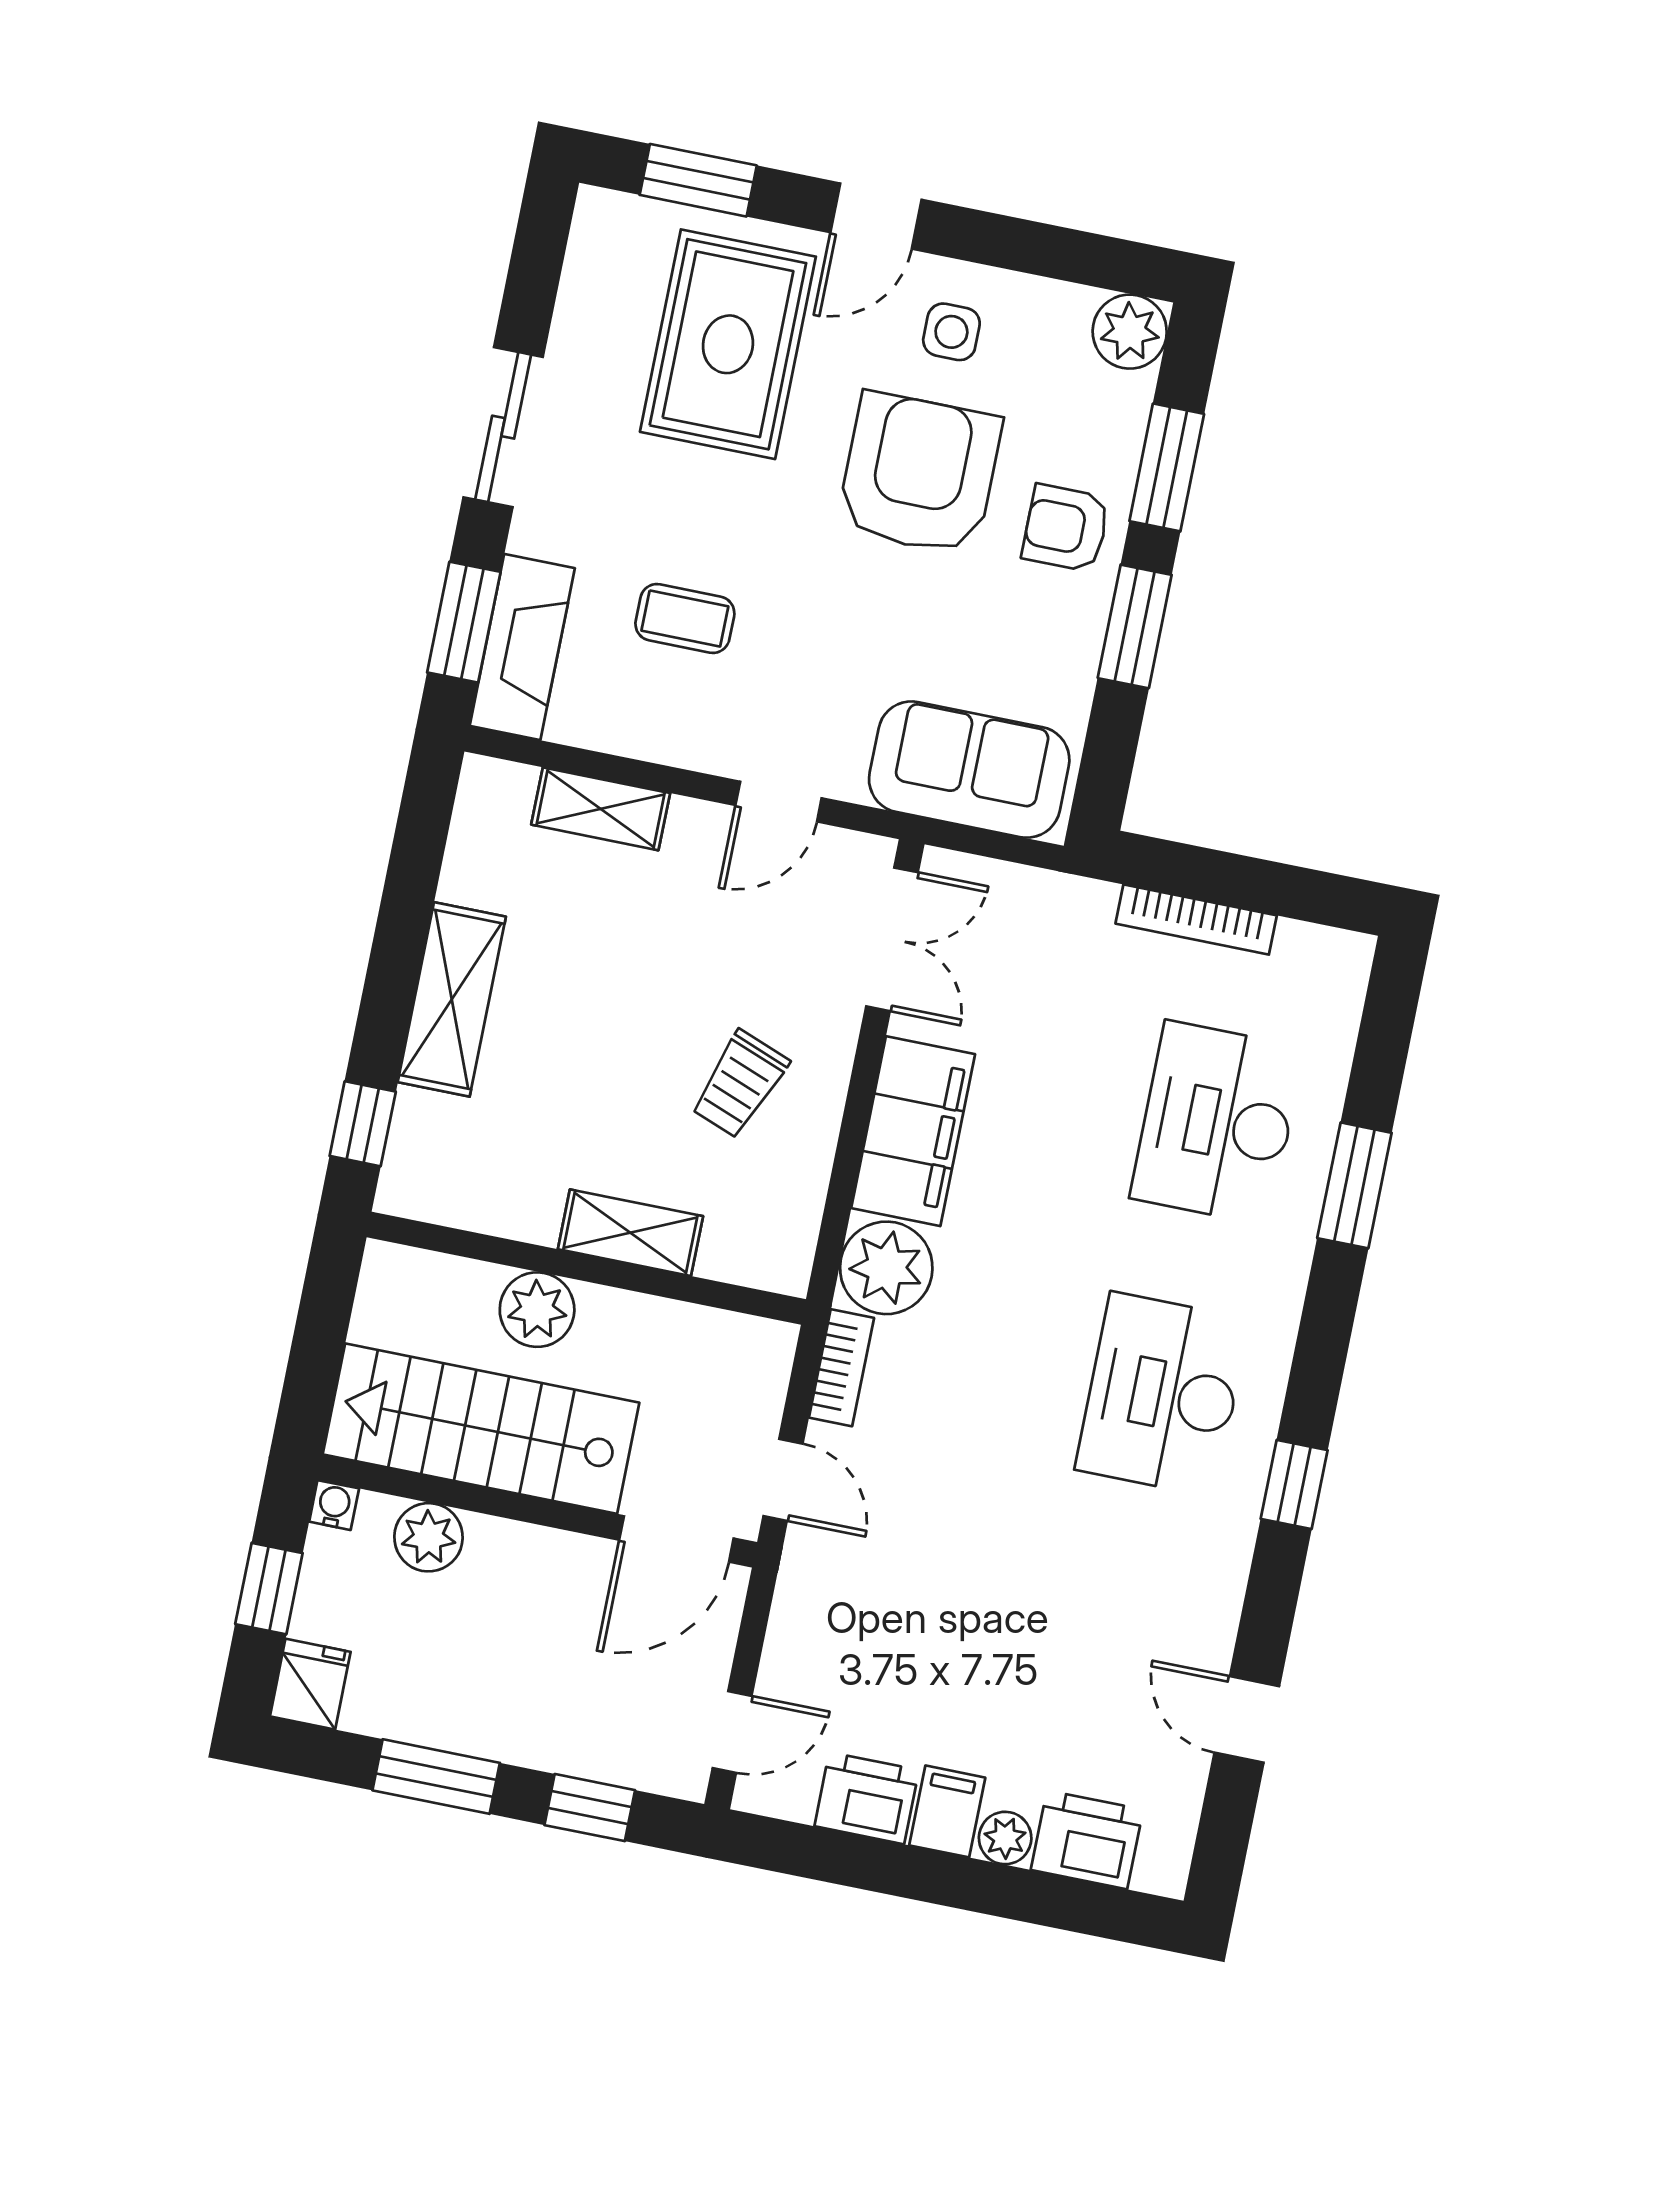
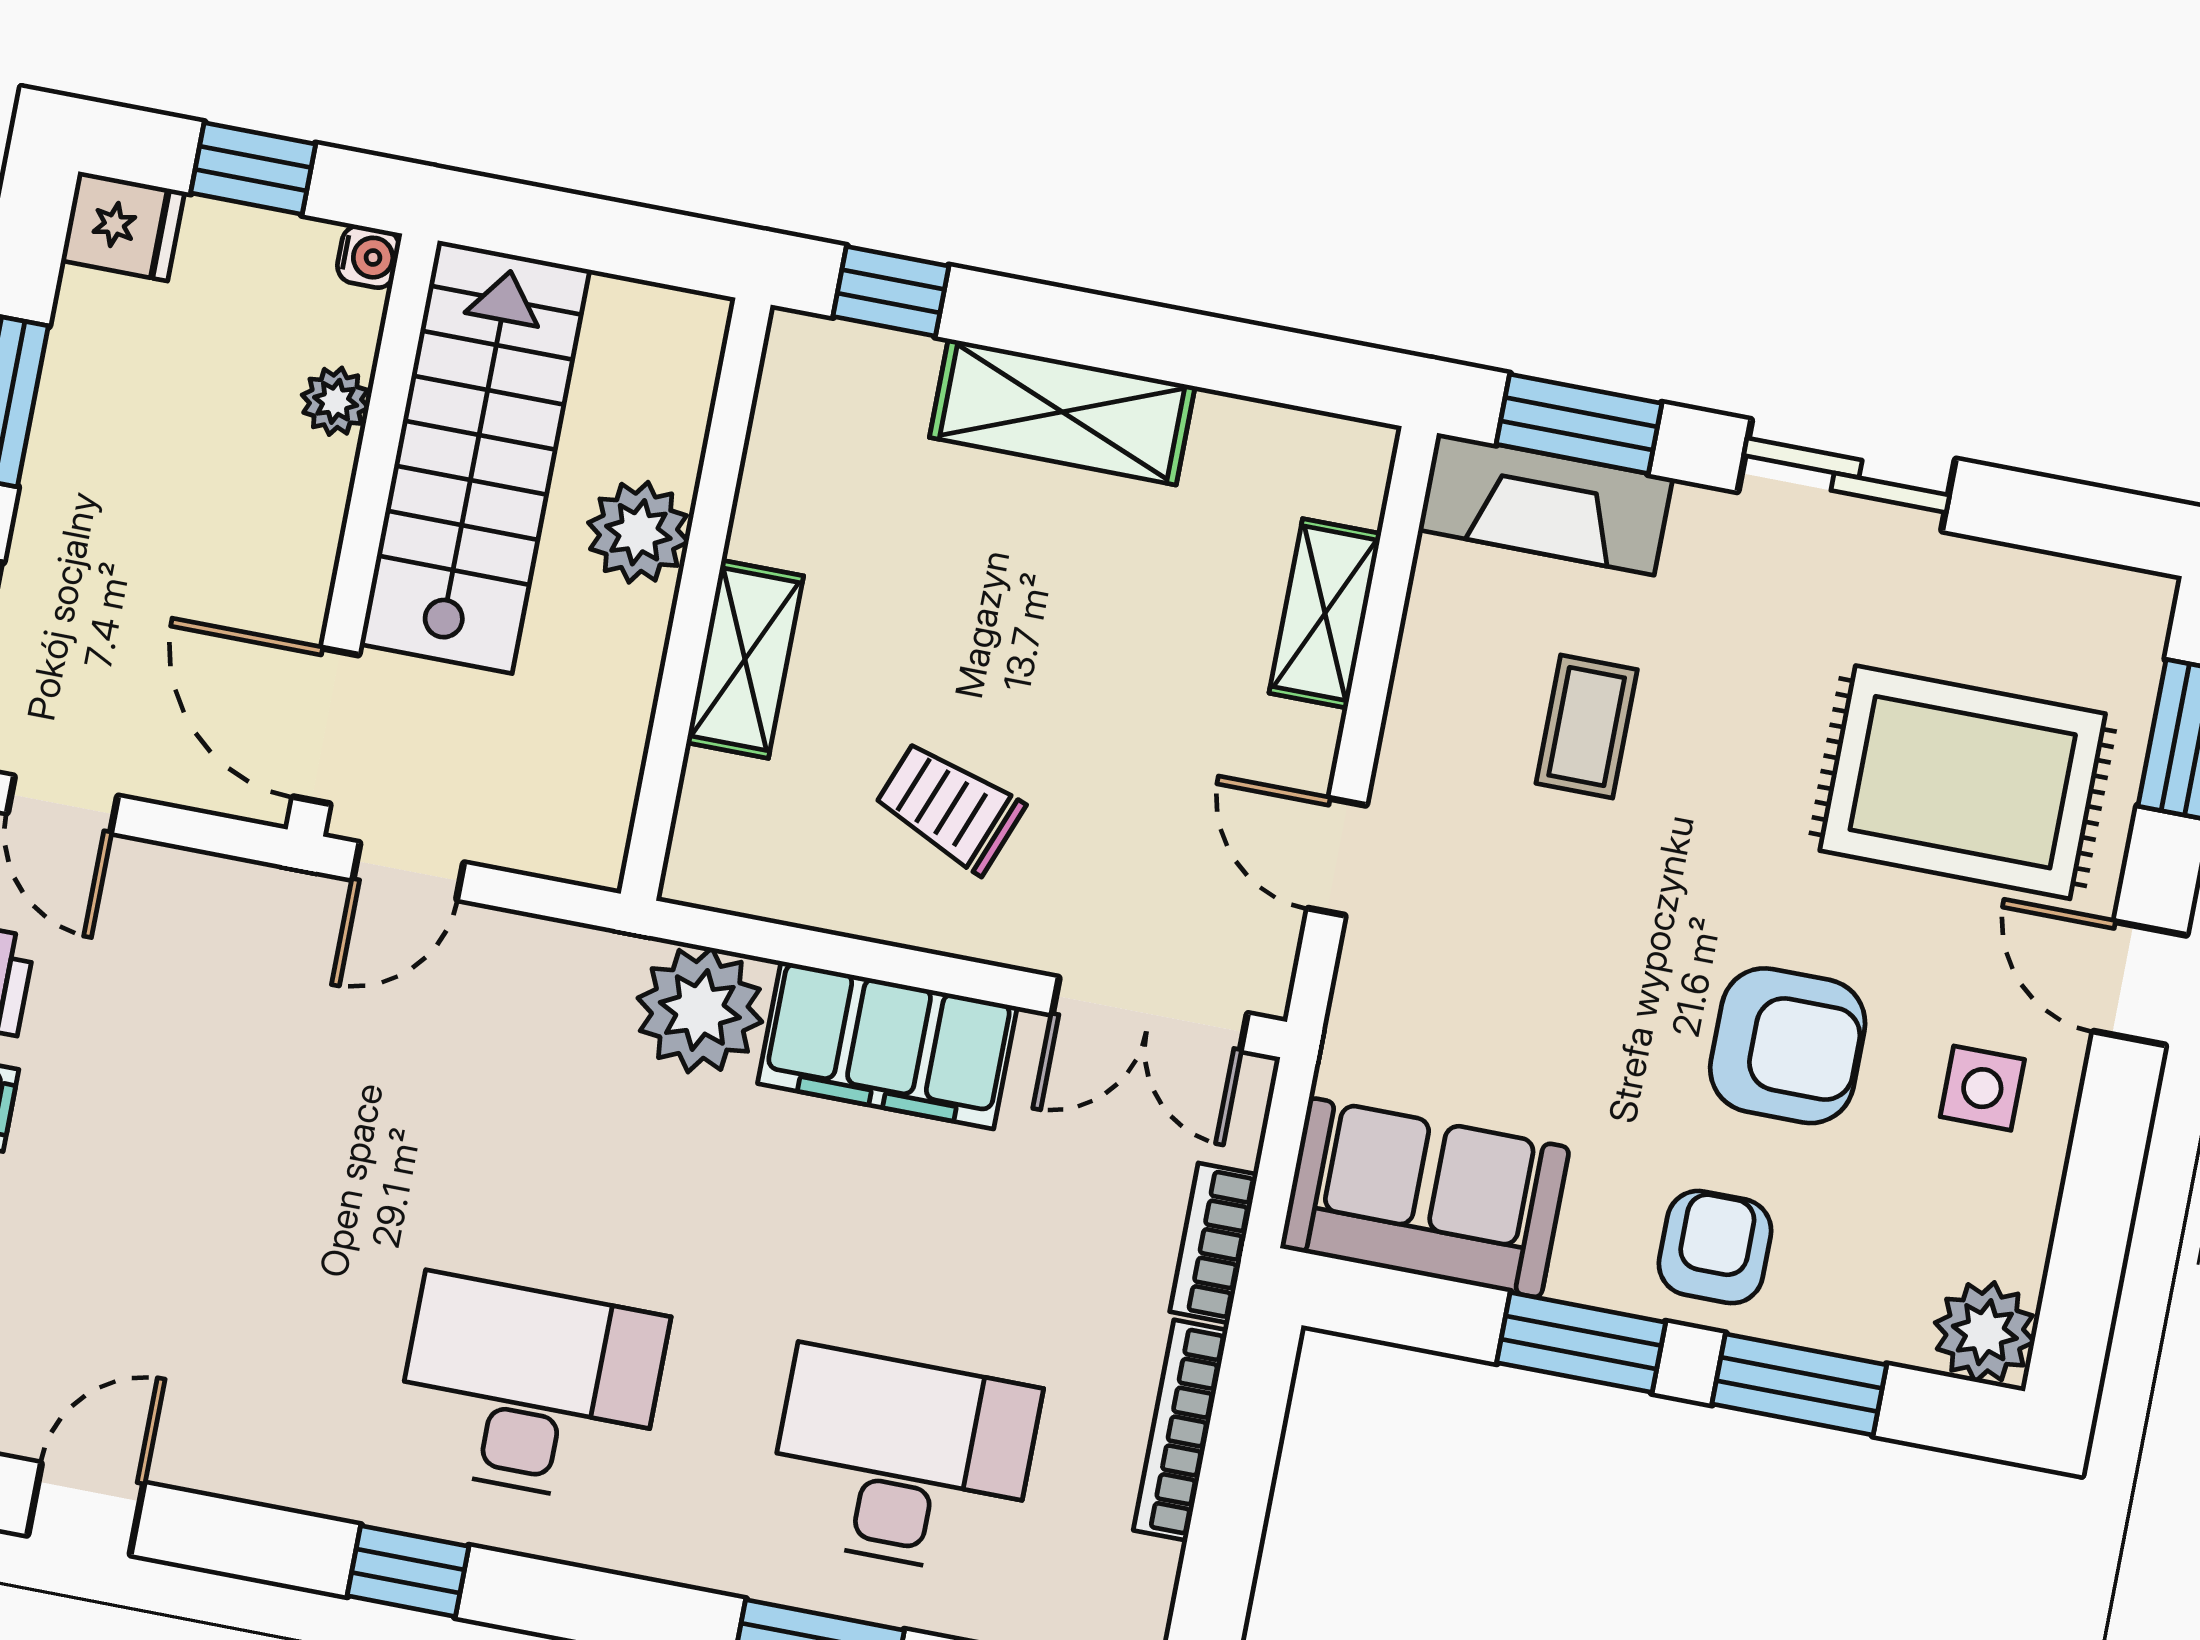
armchair: (919, 474) -> (1788, 1046), width x0.73, depth x0.73
sofa: (969, 770) -> (1425, 1198), moved, turned -90
bookcase: (841, 1368) -> (1214, 1243), moved, turned 90
plant: (428, 1537) -> (336, 401), width x0.73, depth x0.73

